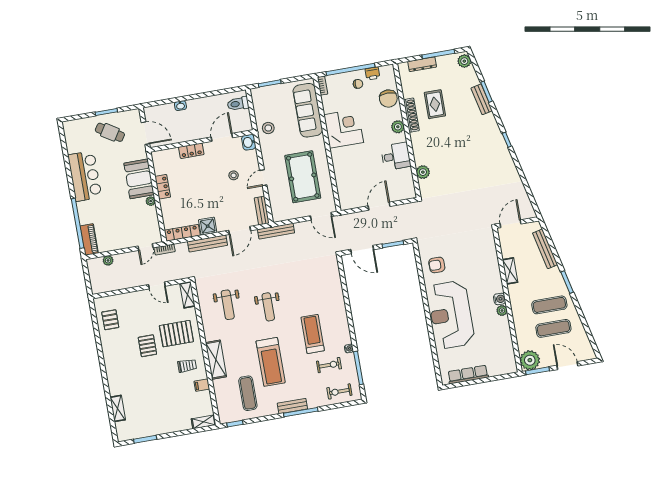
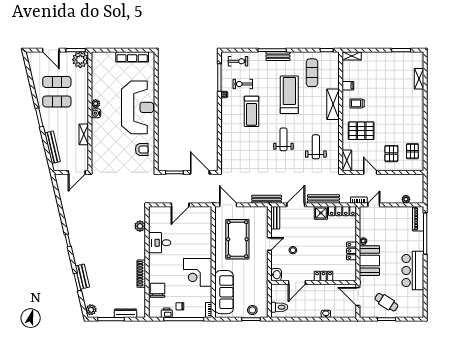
rug: (435, 104) -> (121, 279), removed
plant: (398, 127) -> (154, 266), removed
stool: (268, 128) -> (252, 310), moved
pallet: (147, 346) -> (391, 154), moved

